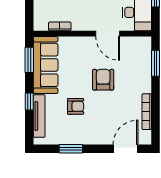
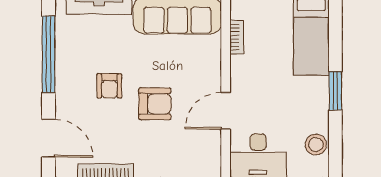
armchair: (76, 106) -> (109, 86), moved
window: (71, 149) -> (49, 54), width x2.11

